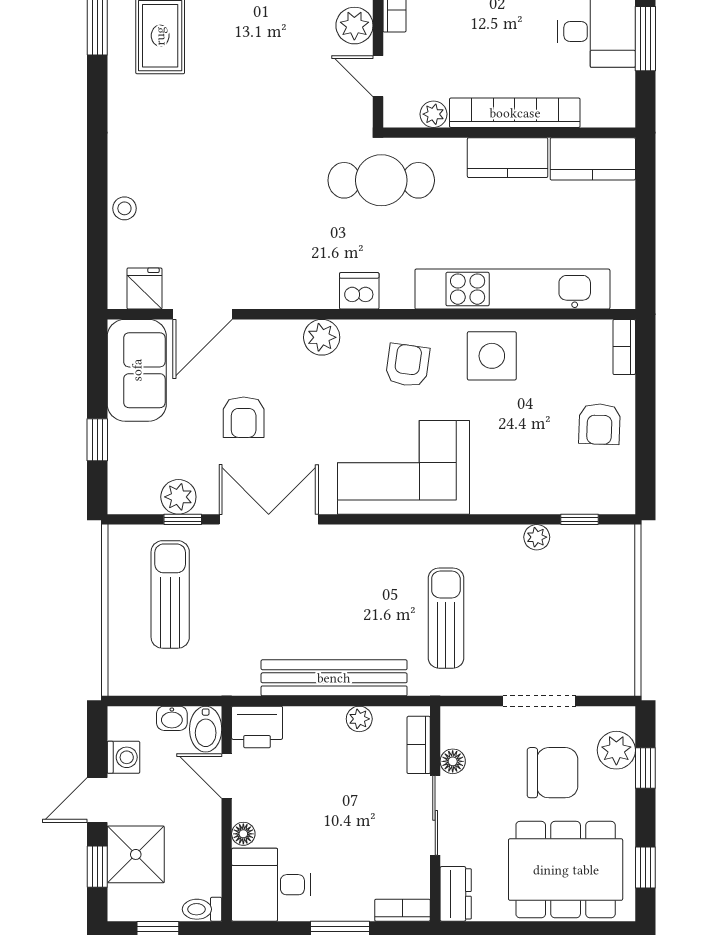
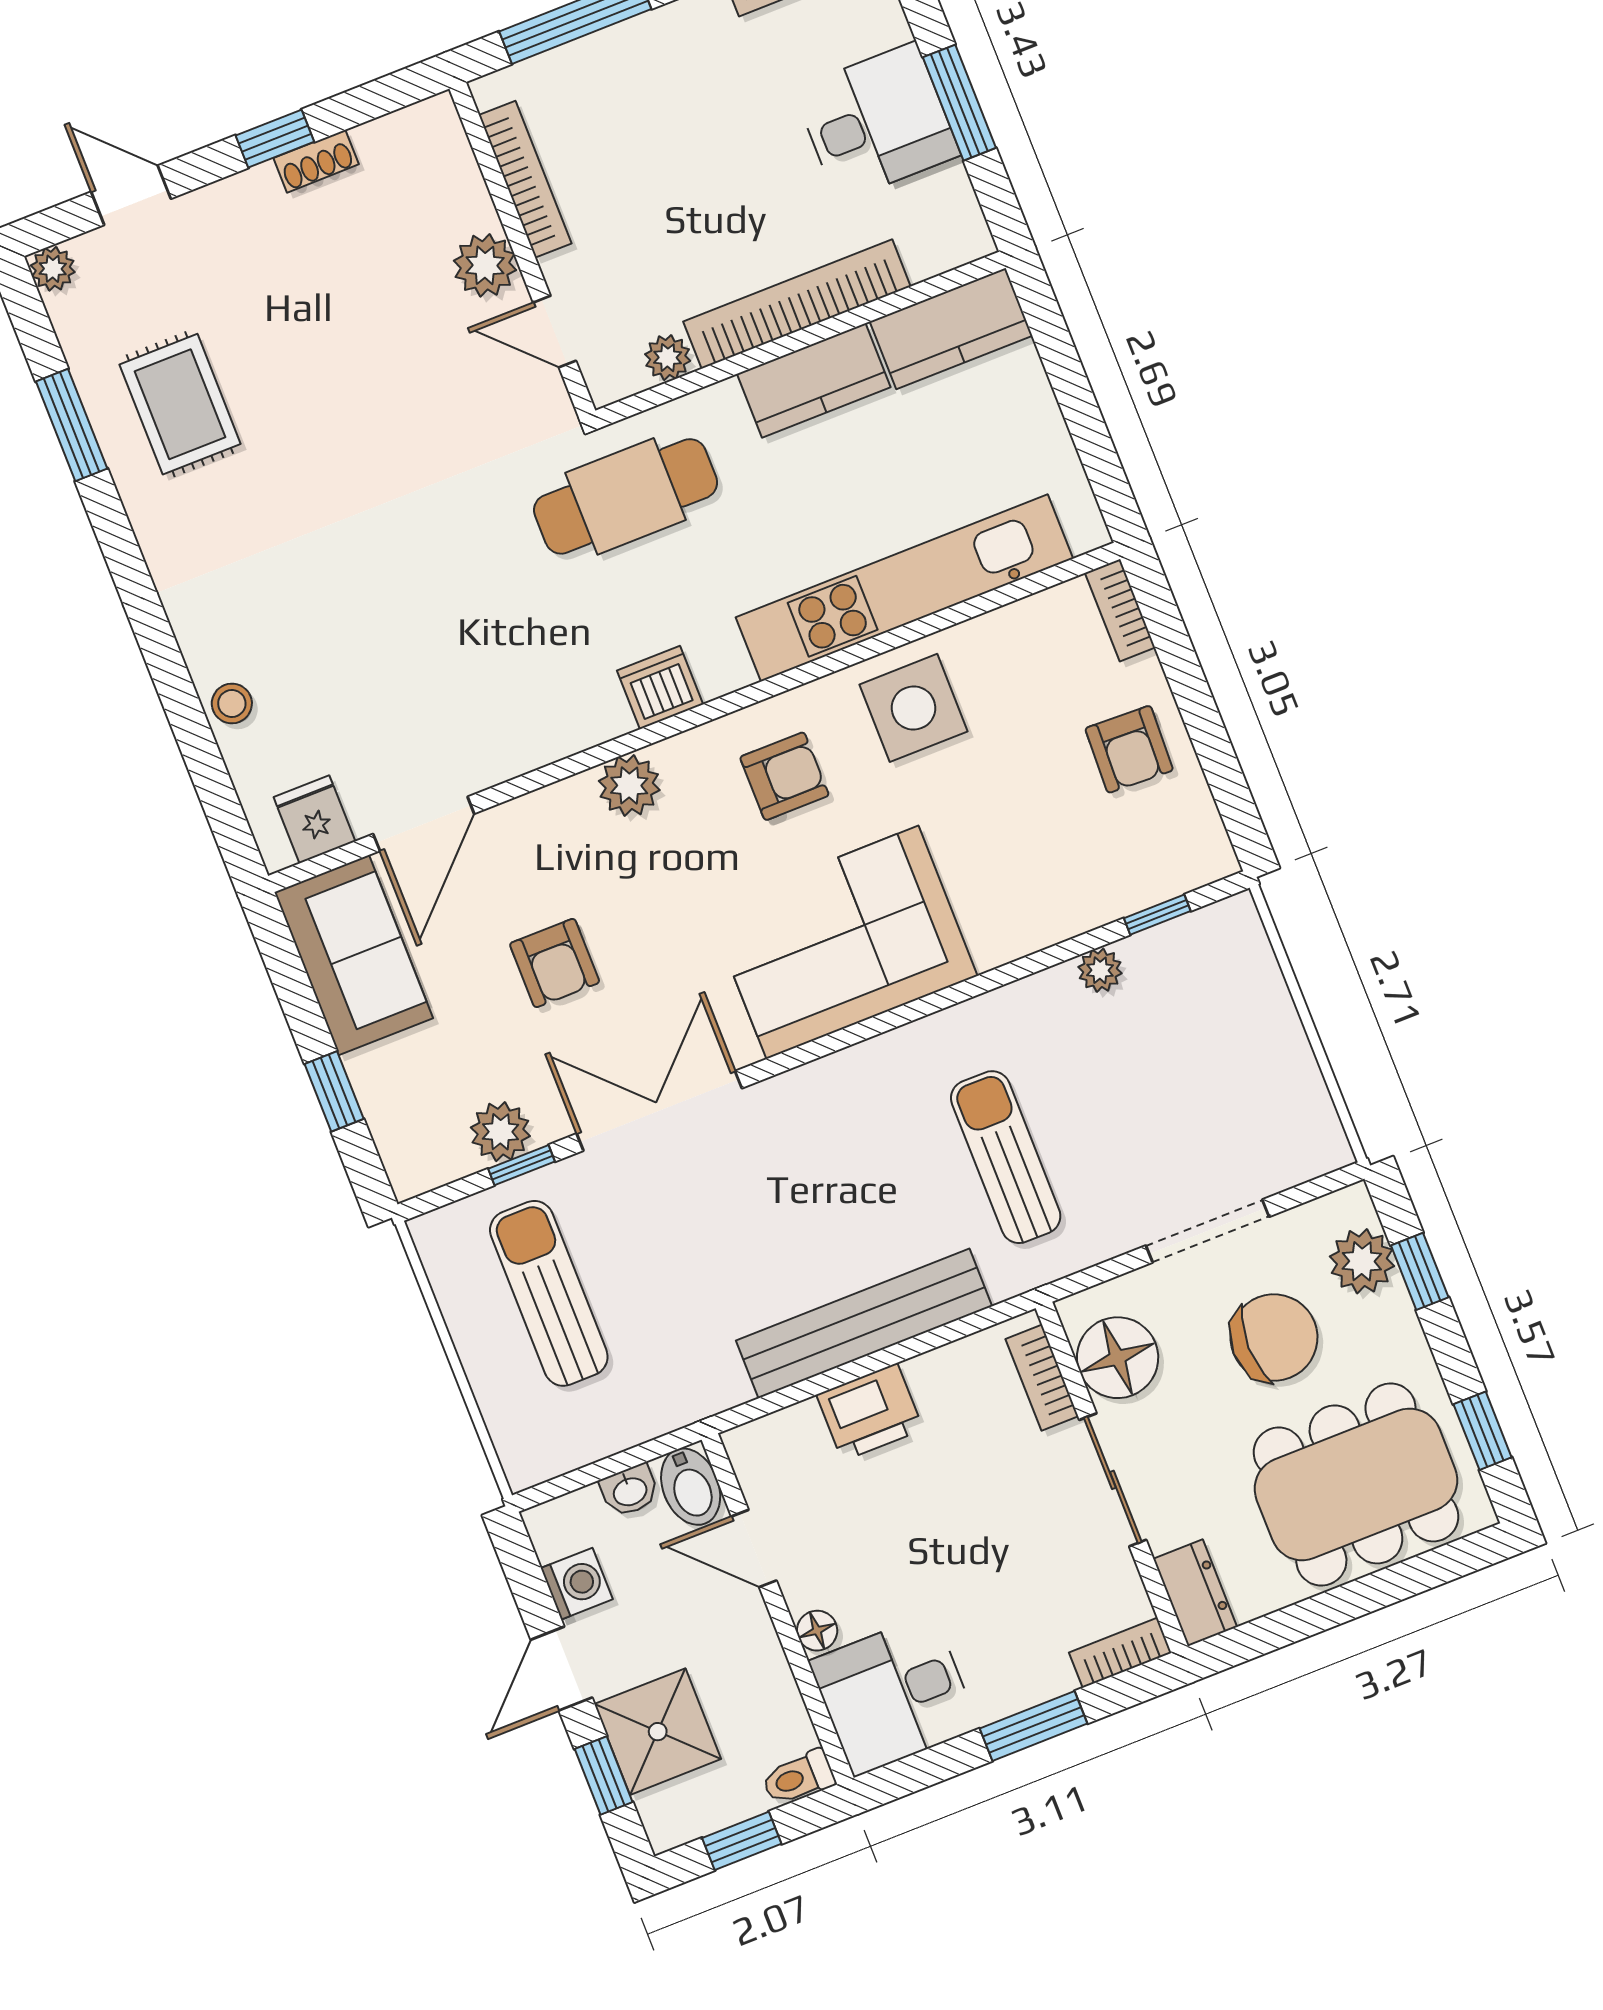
armchair: (408, 365) -> (784, 776), turned 82
plant: (359, 719) -> (930, 1373), removed
printer: (257, 727) -> (870, 1412), moved
floor lamp: (453, 761) -> (1118, 1358), width x1.89, depth x1.89

